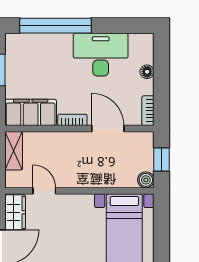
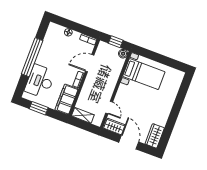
window: (56, 26) -> (32, 57), moved
desk: (101, 55) -> (40, 81), moved
door: (44, 191) -> (109, 107), swing flipped

